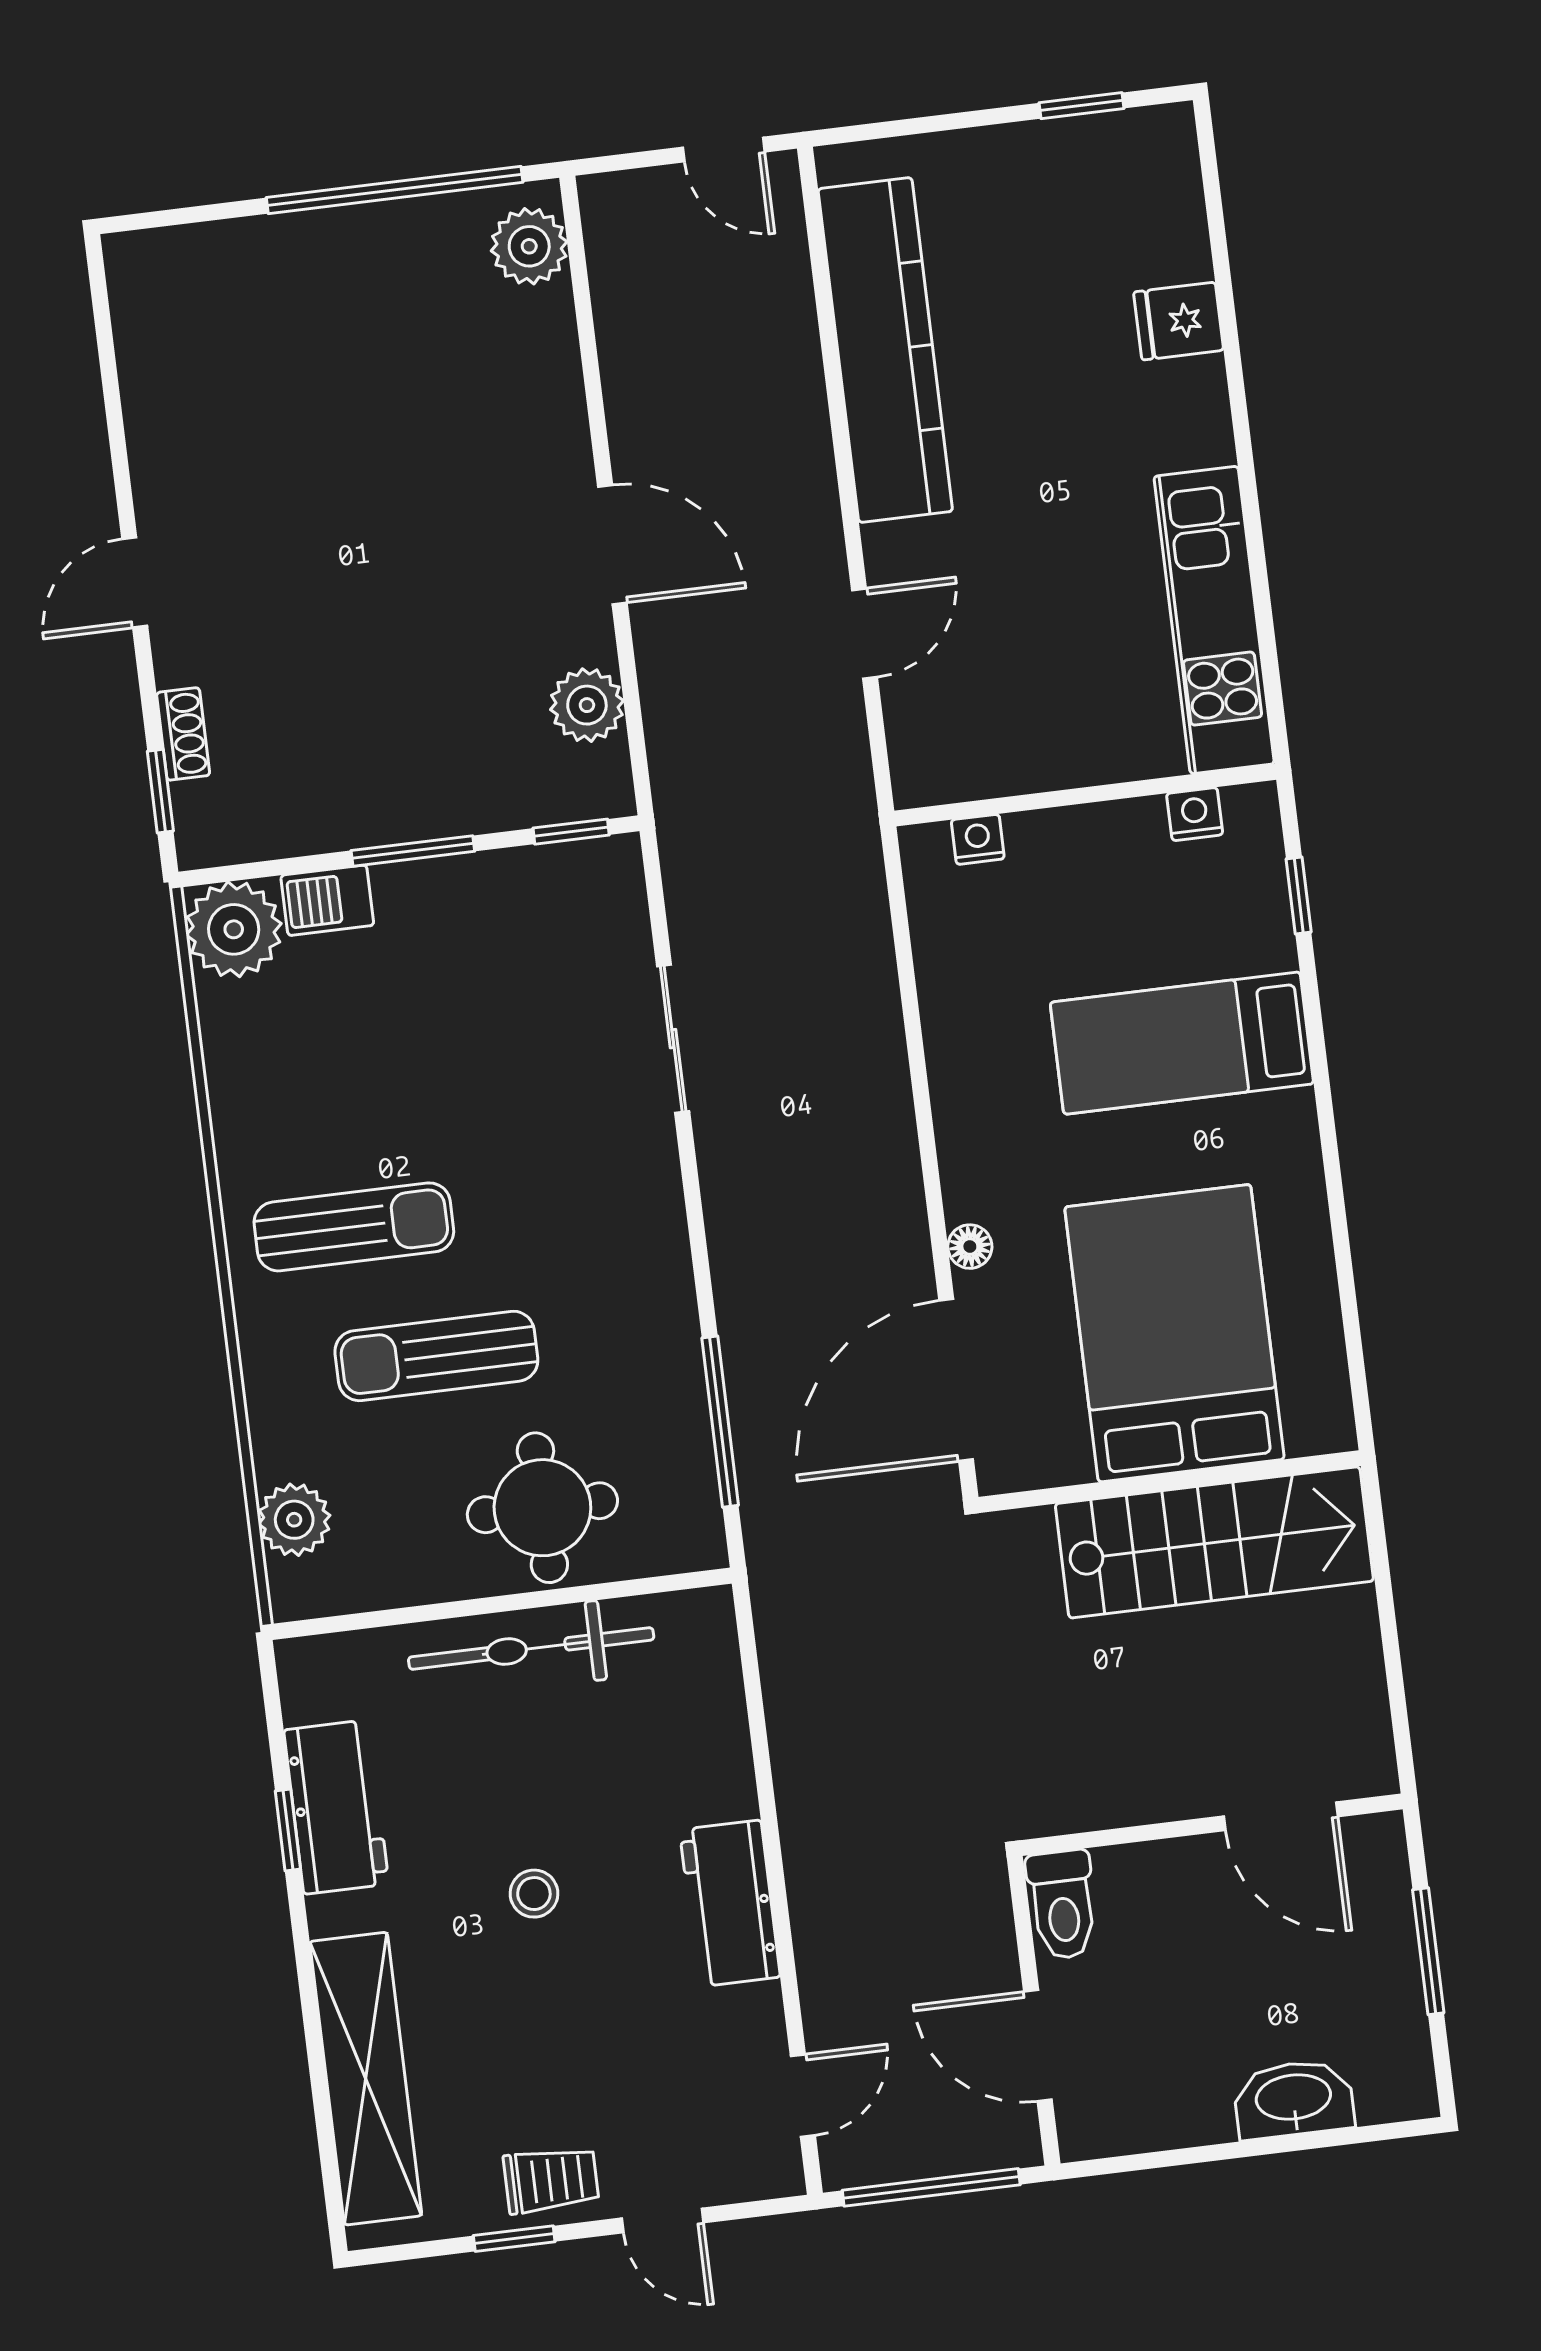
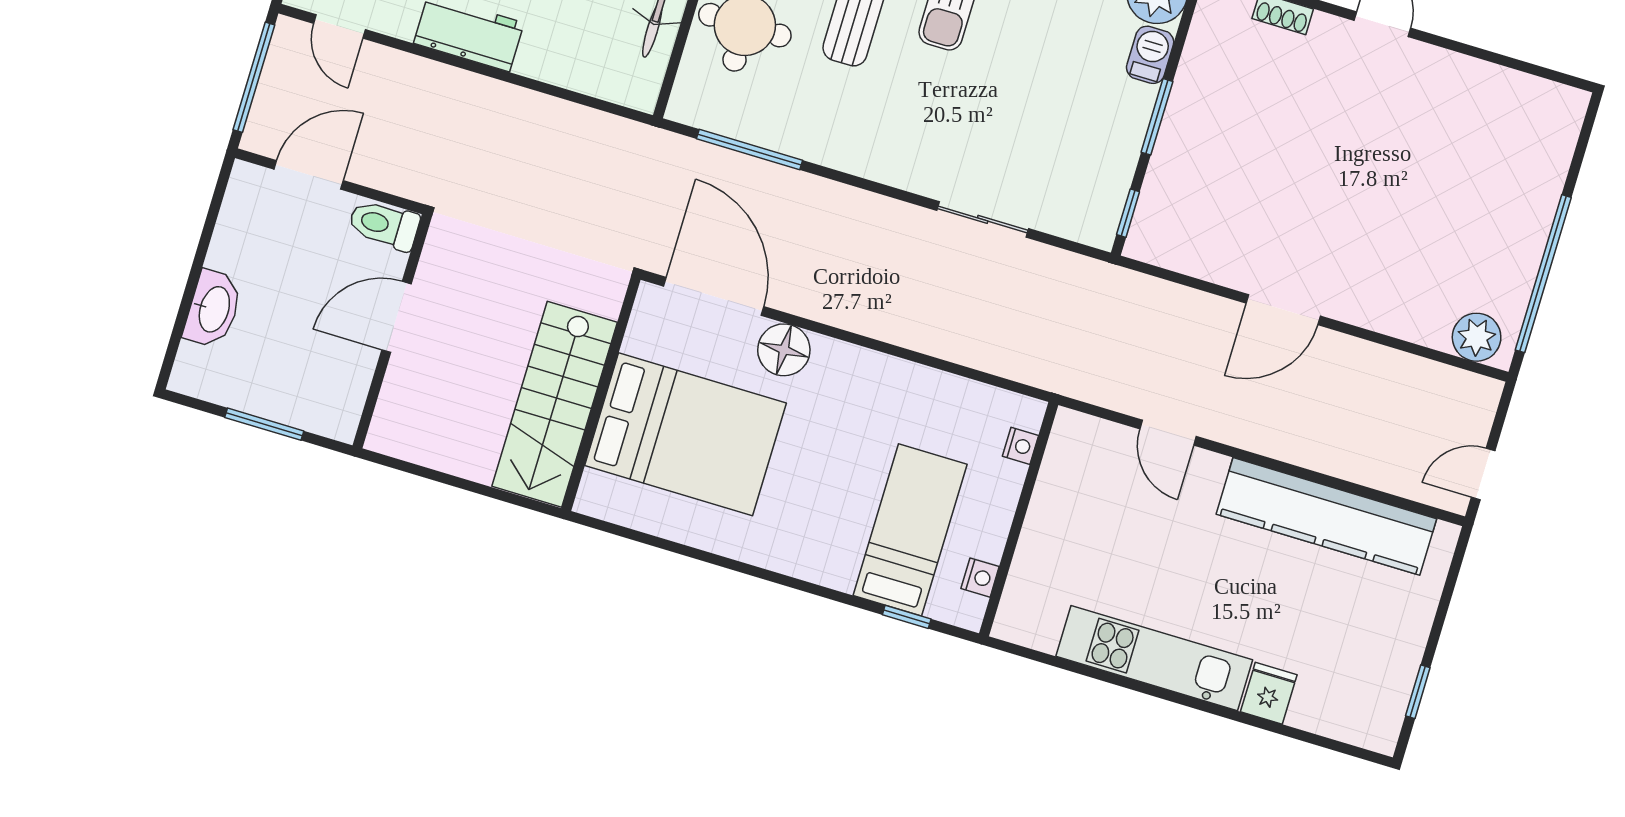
kitchen unit: (1214, 620) -> (1154, 658), moved
plant: (587, 705) -> (1197, 254), removed
bed: (1182, 1043) -> (910, 530), moved
floor lamp: (970, 1247) -> (784, 350), width x1.89, depth x1.89
door: (1281, 1816) -> (396, 317), moved

